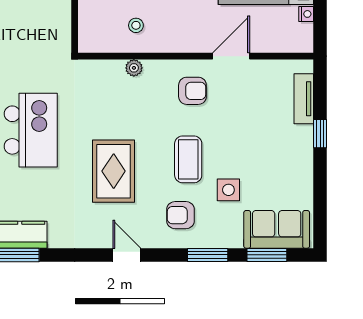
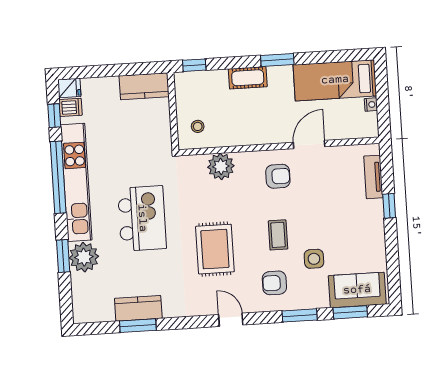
stool: (136, 25) -> (198, 126), moved
plant: (134, 68) -> (221, 166), width x1.88, depth x1.88
coffee table: (188, 159) -> (278, 235), width x0.73, depth x0.77

